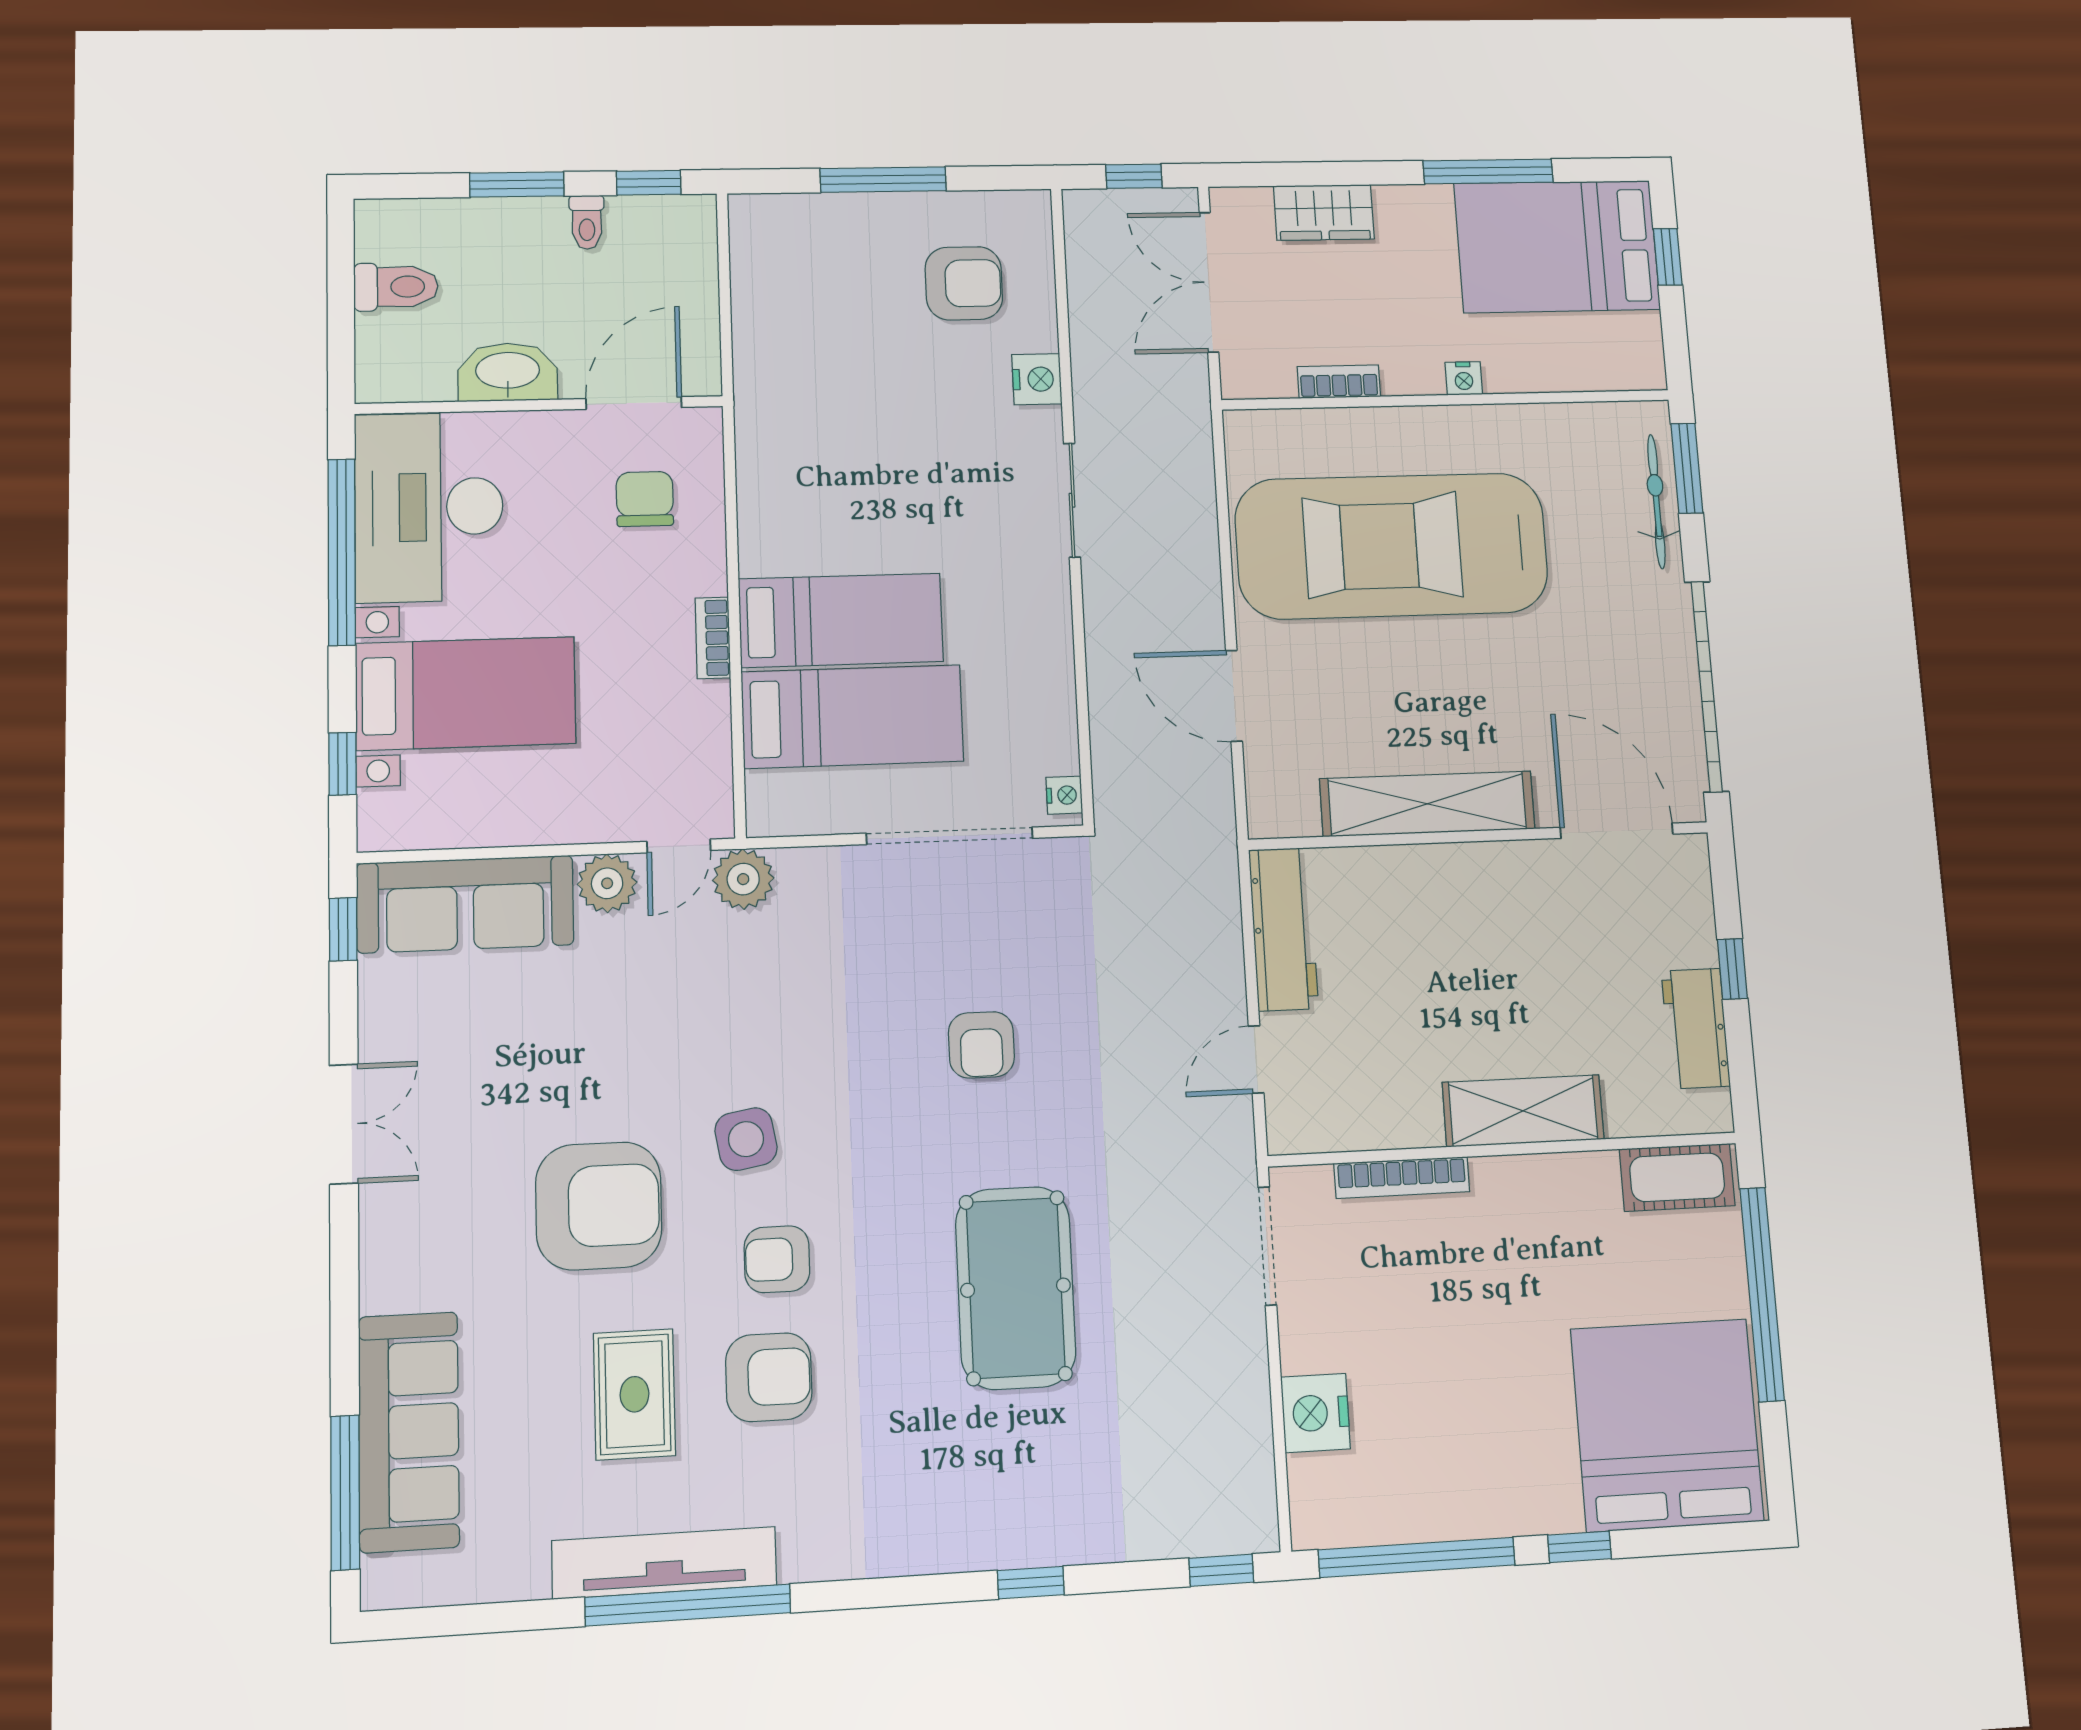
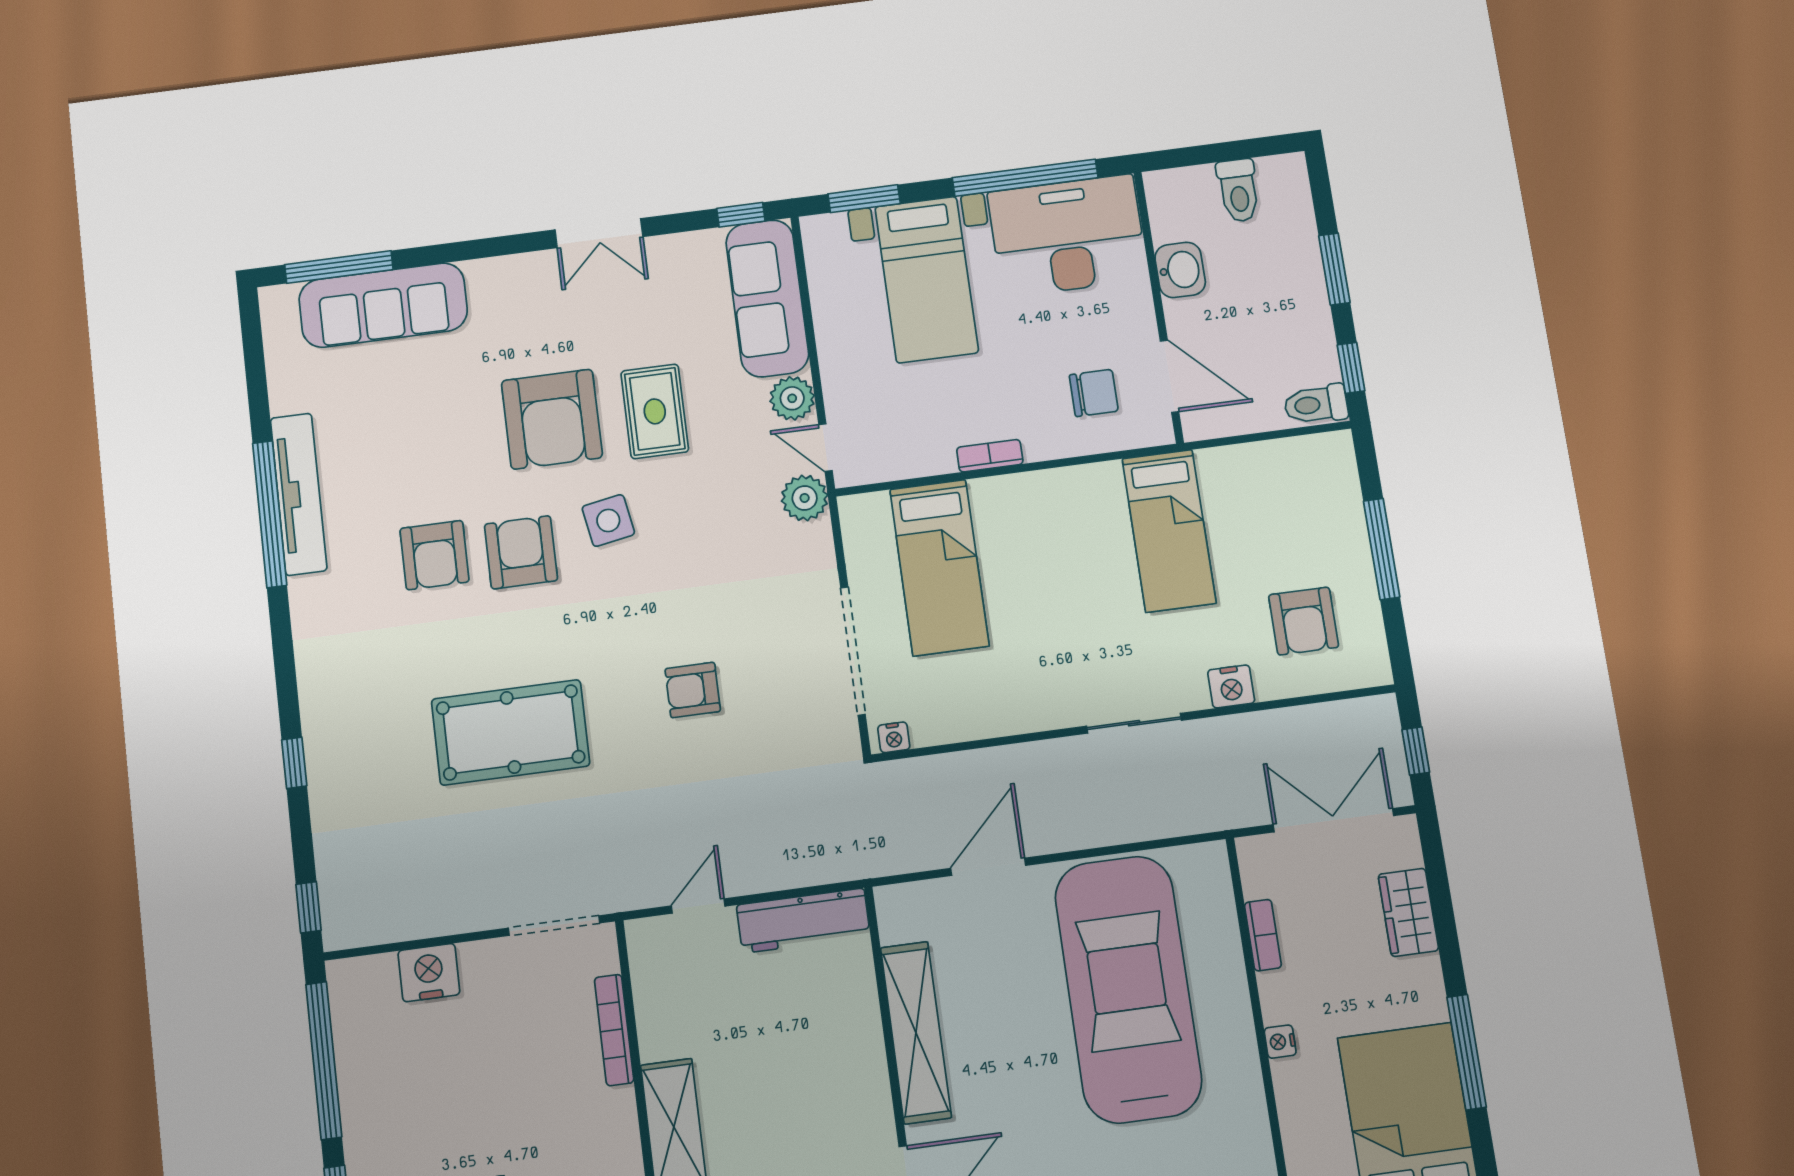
toilet: (587, 222) -> (1316, 404), moved, width x1.37, depth x1.39
washbasin: (508, 372) -> (1180, 270), width x0.72
bed: (841, 620) -> (1169, 531), moved
window: (343, 764) -> (864, 199), width x1.50
door: (1256, 1059) -> (698, 906), hinge flipped
armchair: (777, 1259) -> (521, 552), width x1.38, depth x1.38
rug: (634, 1394) -> (655, 411), moved, turned 90

